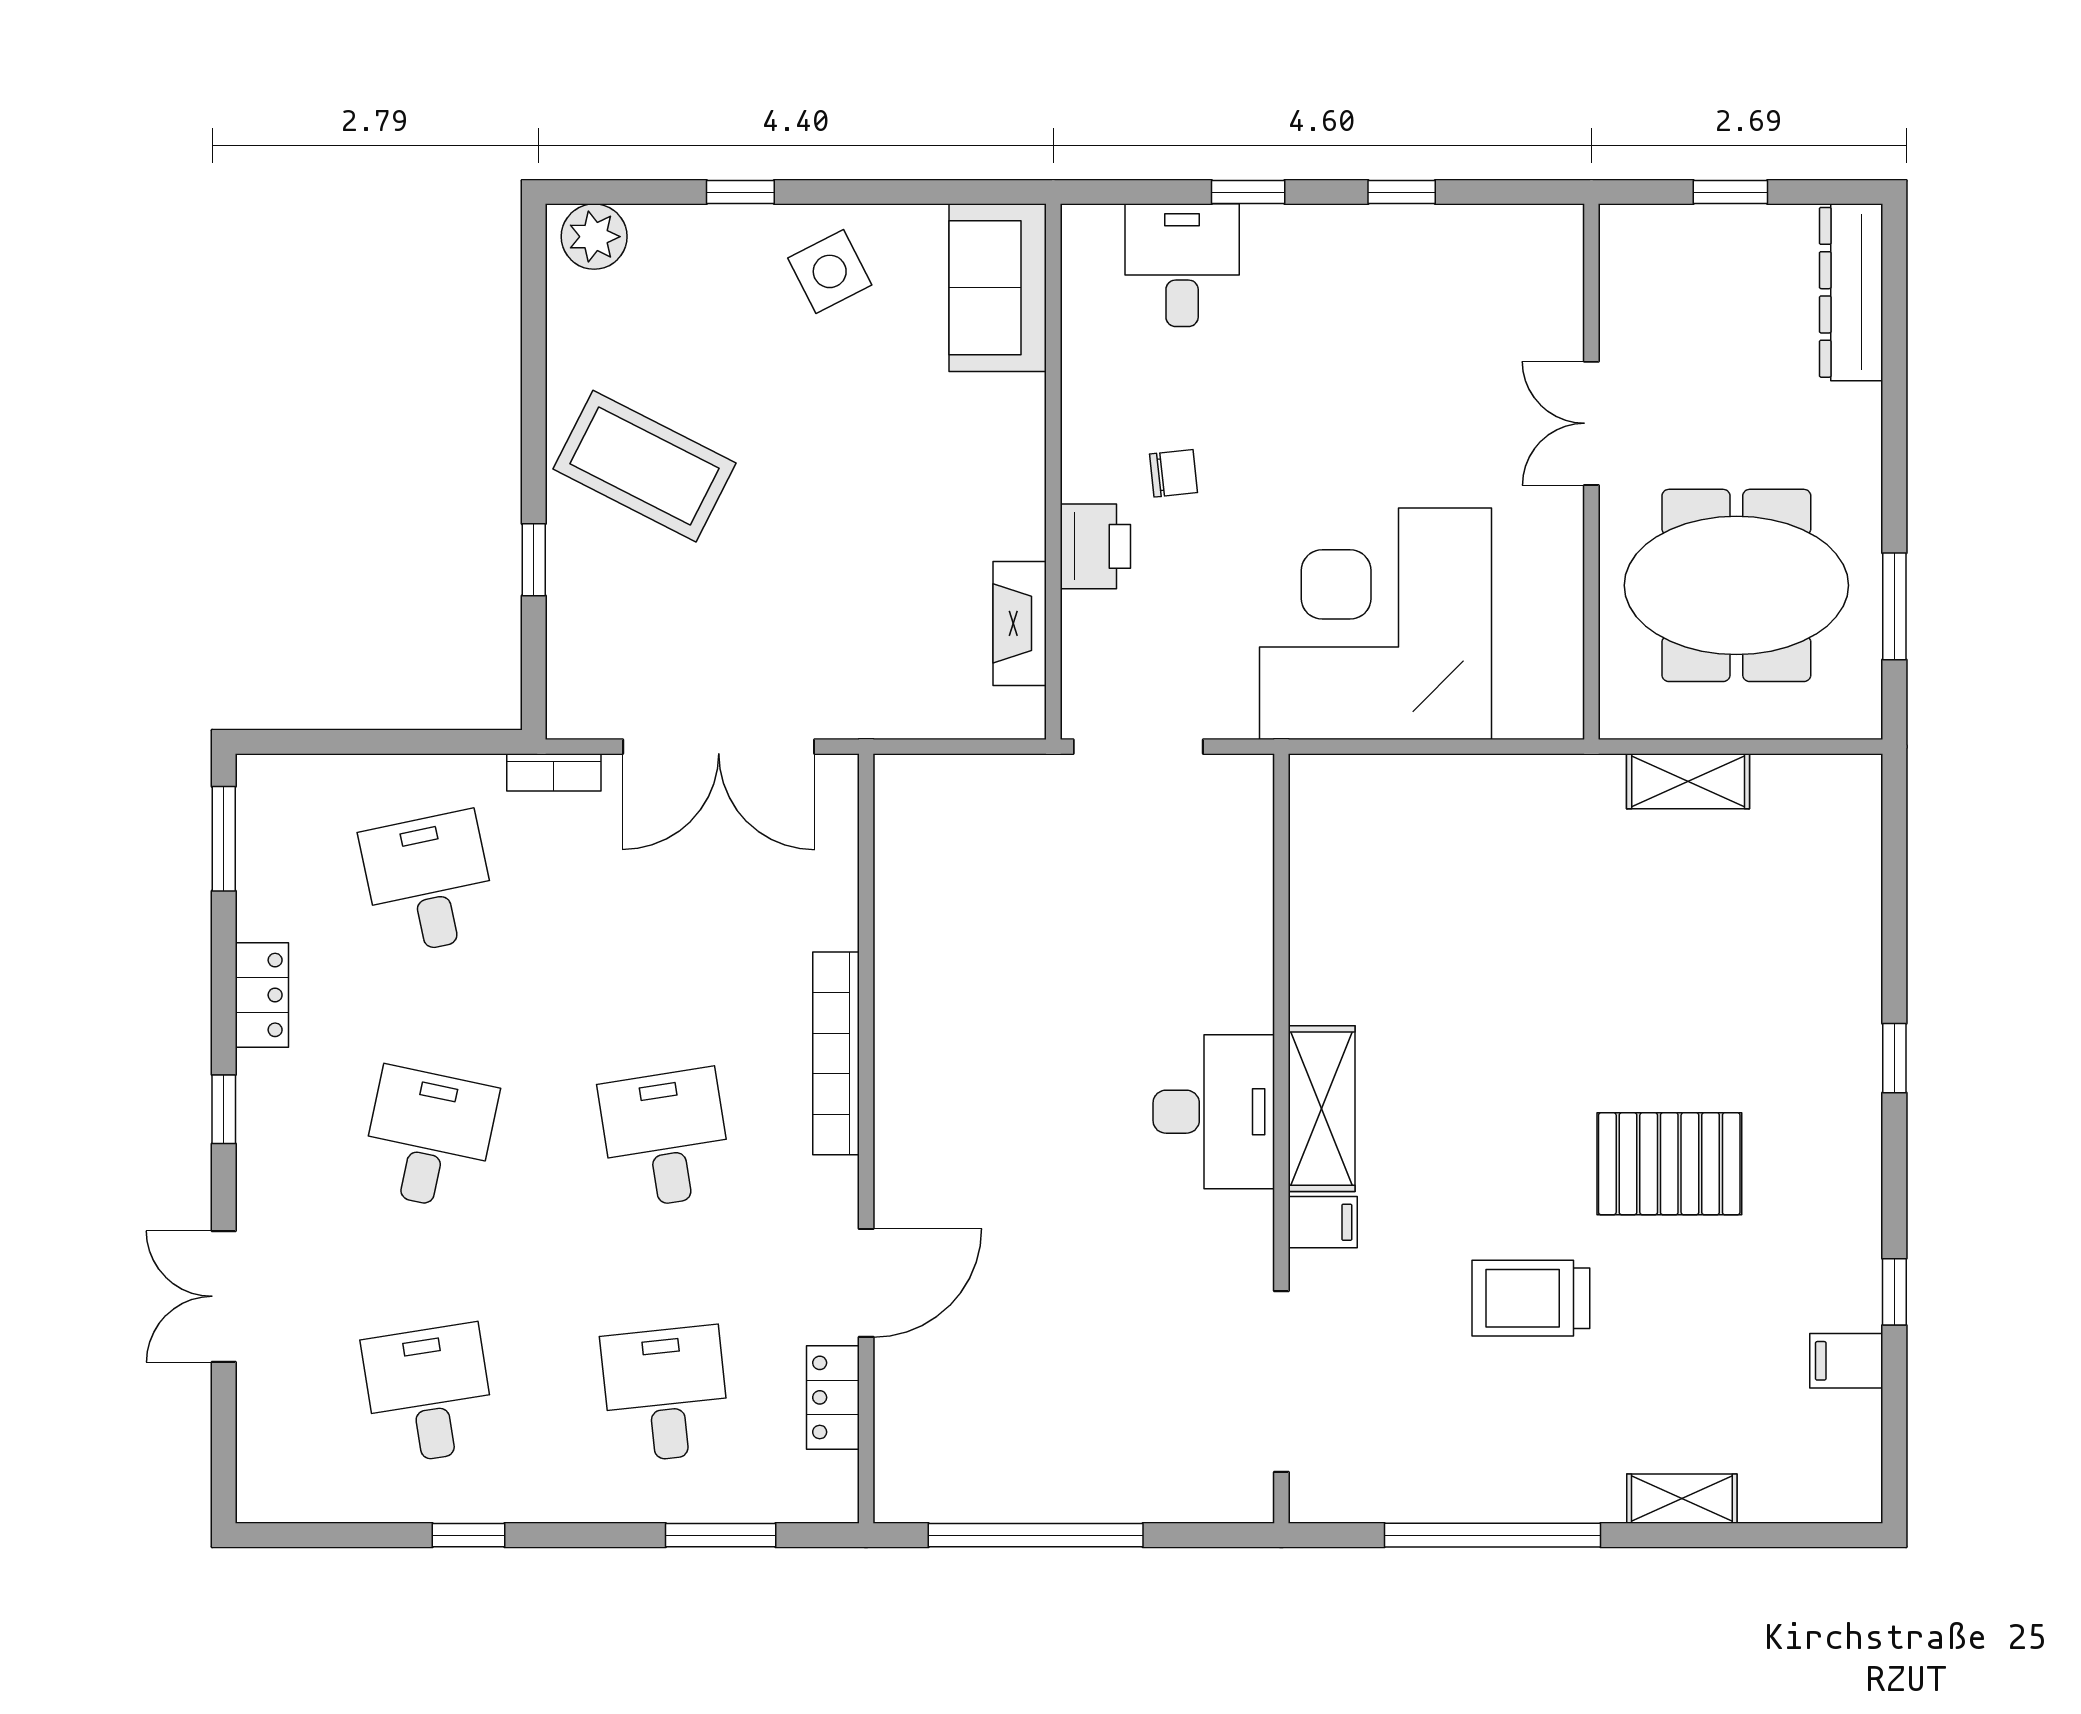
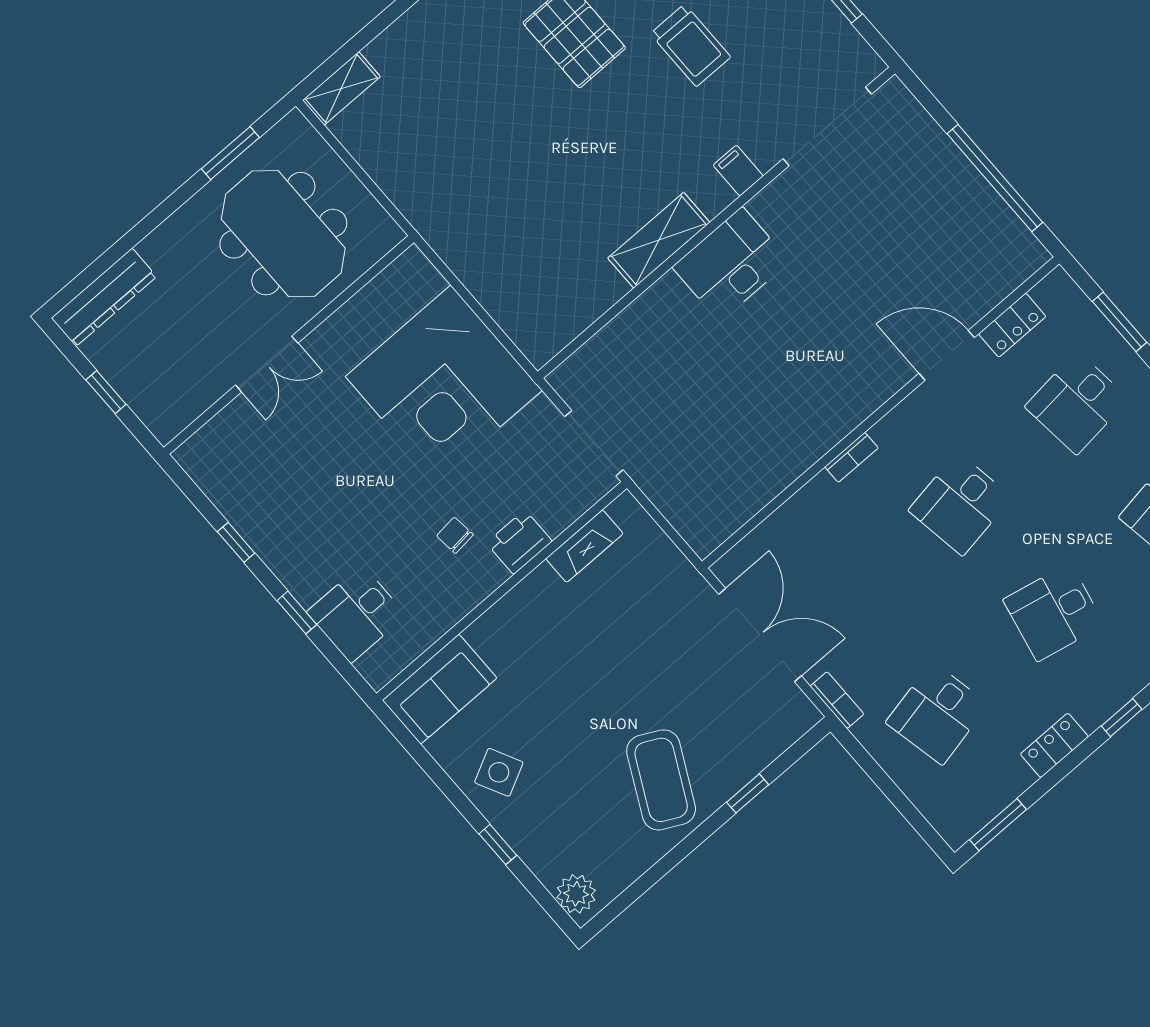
shelving: (1688, 781) -> (341, 88), moved, turned 90
bookcase: (836, 1053) -> (852, 457), width x0.43, depth x0.76
shelving: (1322, 1109) -> (659, 240), moved

